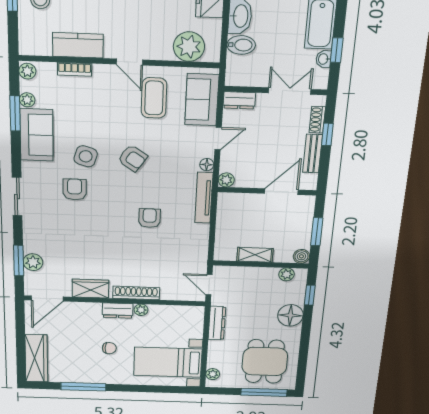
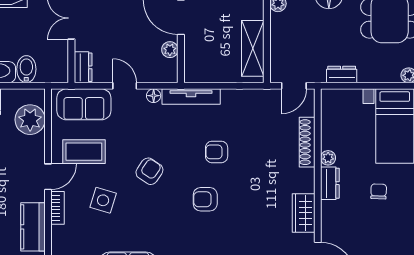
bookcase: (75, 69) -> (57, 208), moved
side table: (86, 156) -> (103, 200), moved
plant: (226, 180) -> (170, 50), moved
armchair: (75, 189) -> (205, 199), moved
shelving: (255, 255) -> (253, 48), width x1.50, depth x1.33
shoe rack: (136, 293) -> (307, 142), moved
dresser: (217, 323) -> (342, 74), width x0.70

